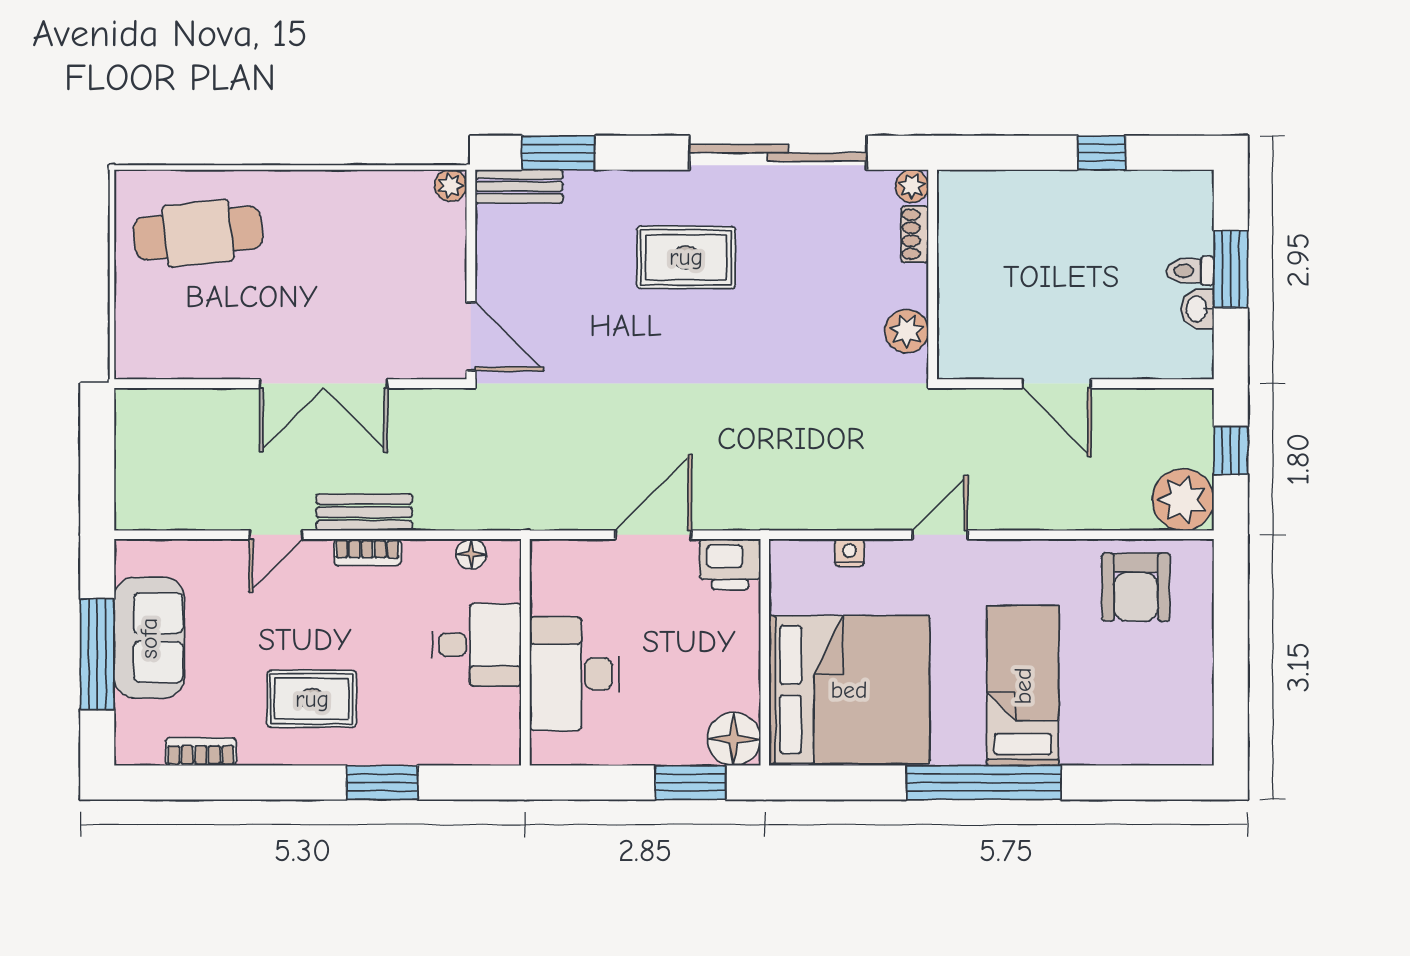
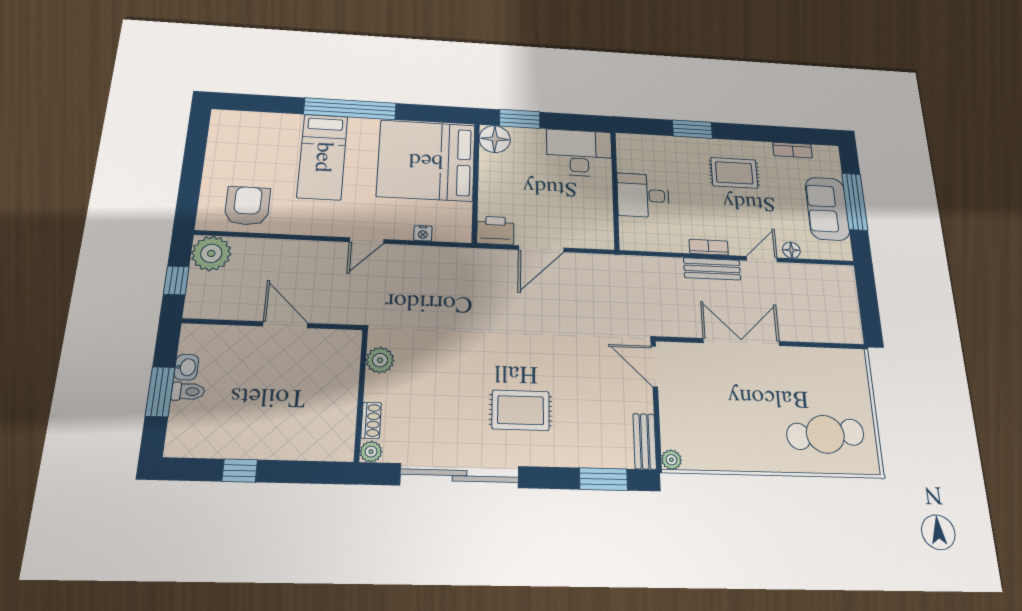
bench: (519, 186) -> (645, 441), moved, turned 90
floor lamp: (471, 554) -> (791, 250), moved
desk: (574, 674) -> (579, 153), moved, turned -90

